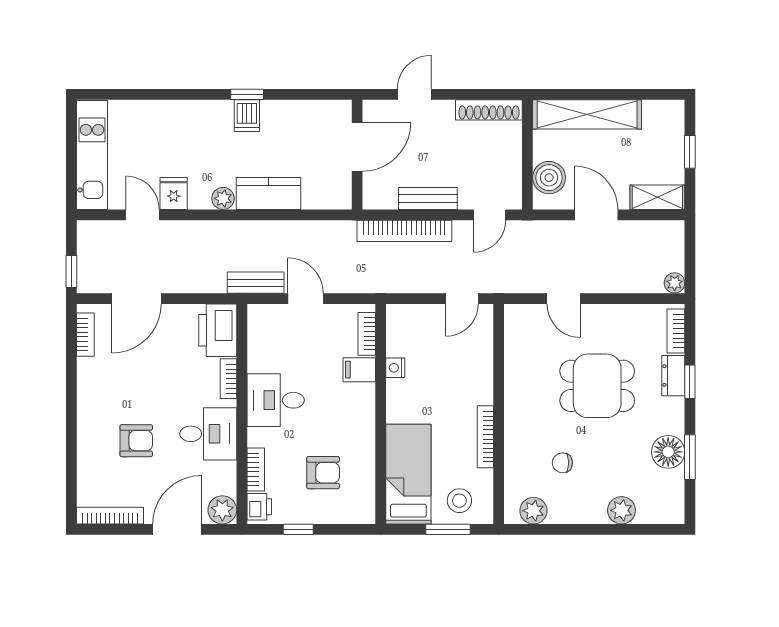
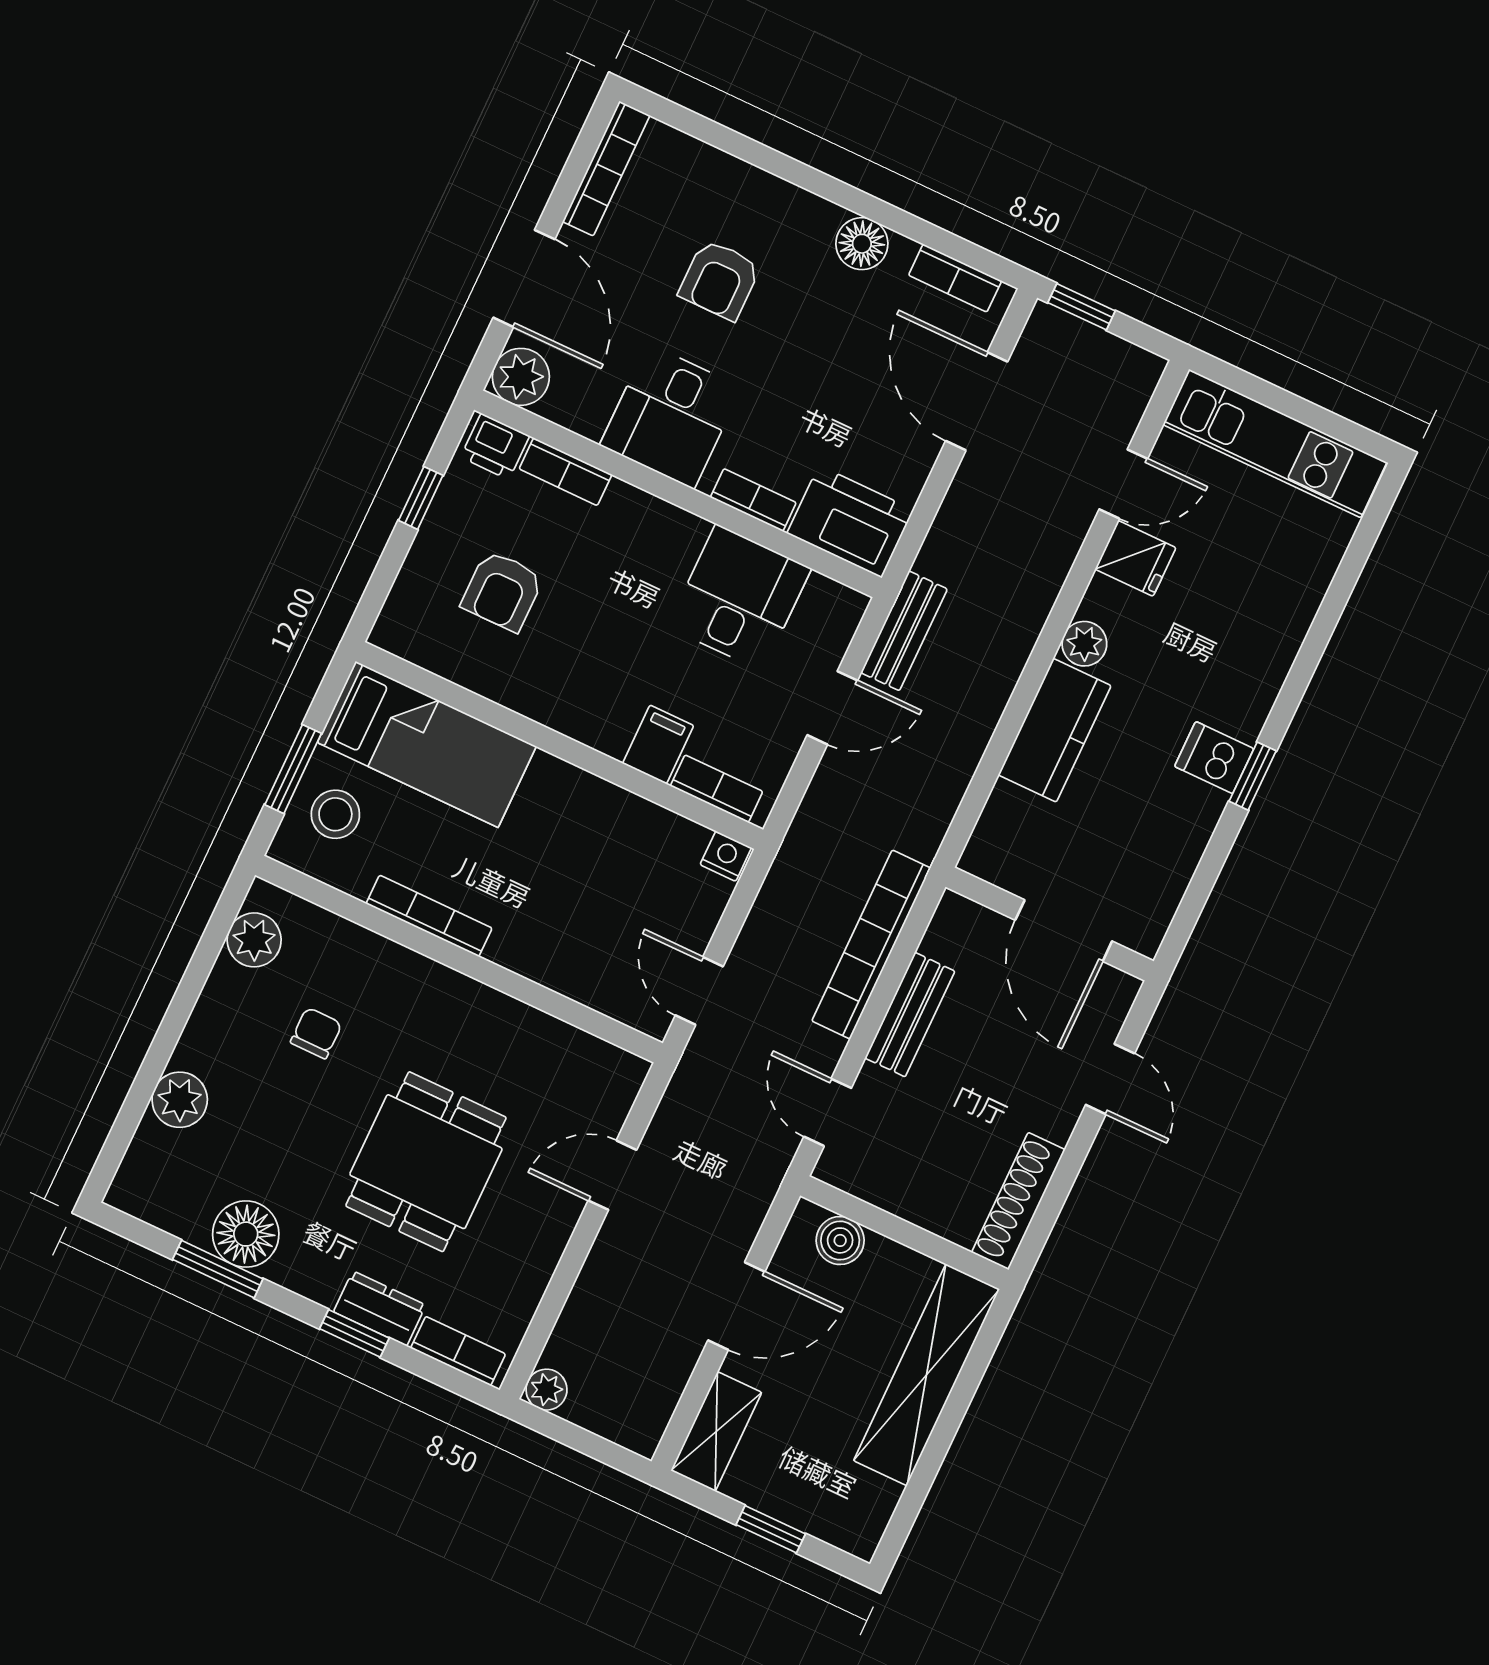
boiler: (549, 178) -> (840, 1240), width x0.73, depth x0.73
nightstand: (395, 368) -> (726, 856), moved
floor lamp: (90, 384) -> (862, 244), added
desk: (276, 400) -> (739, 598), moved

